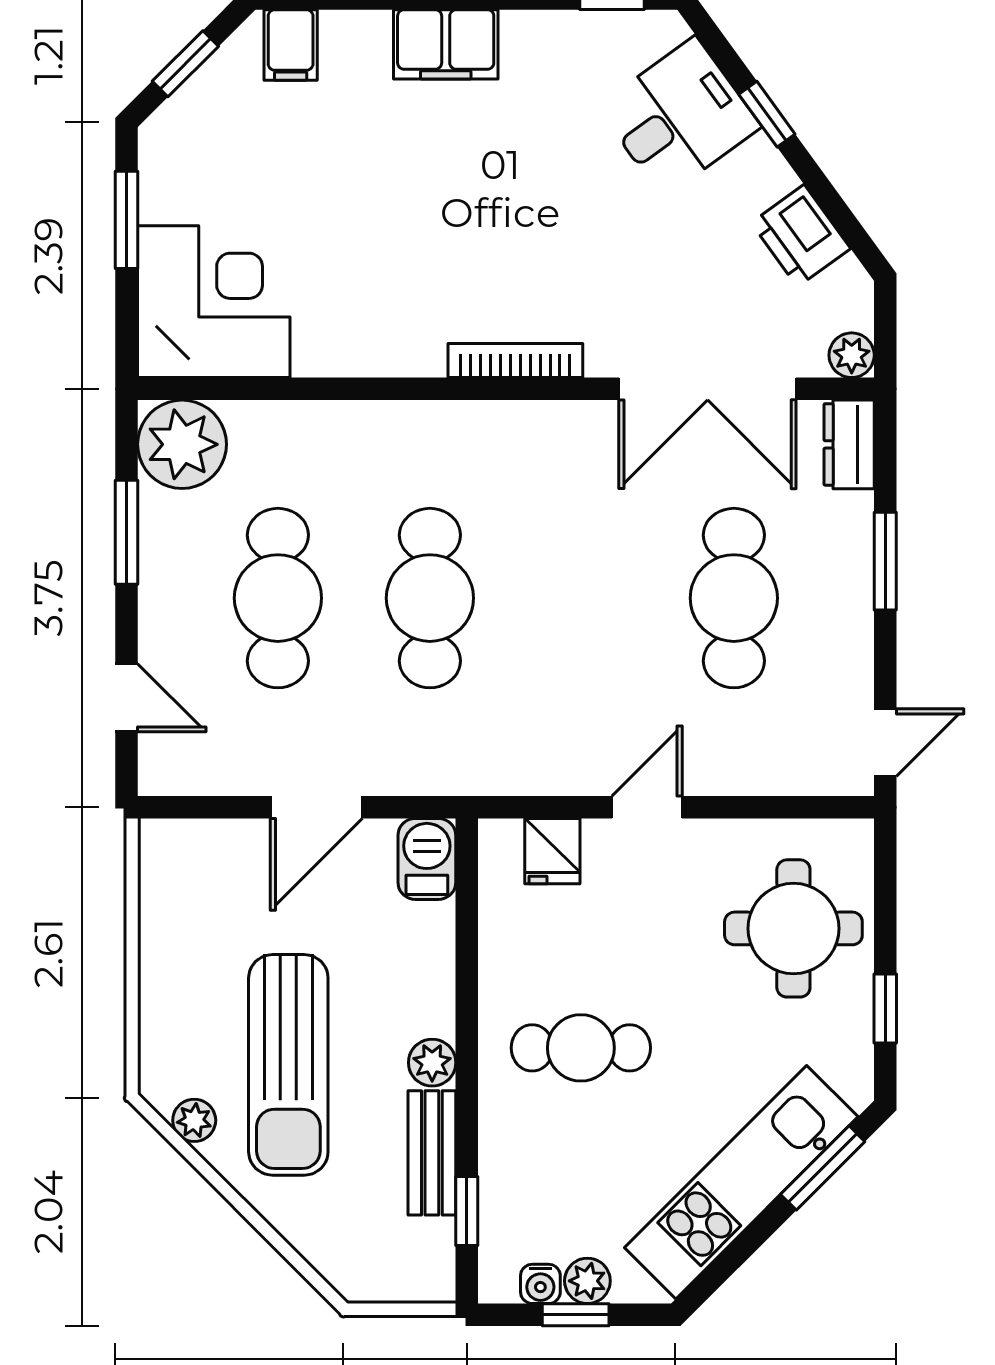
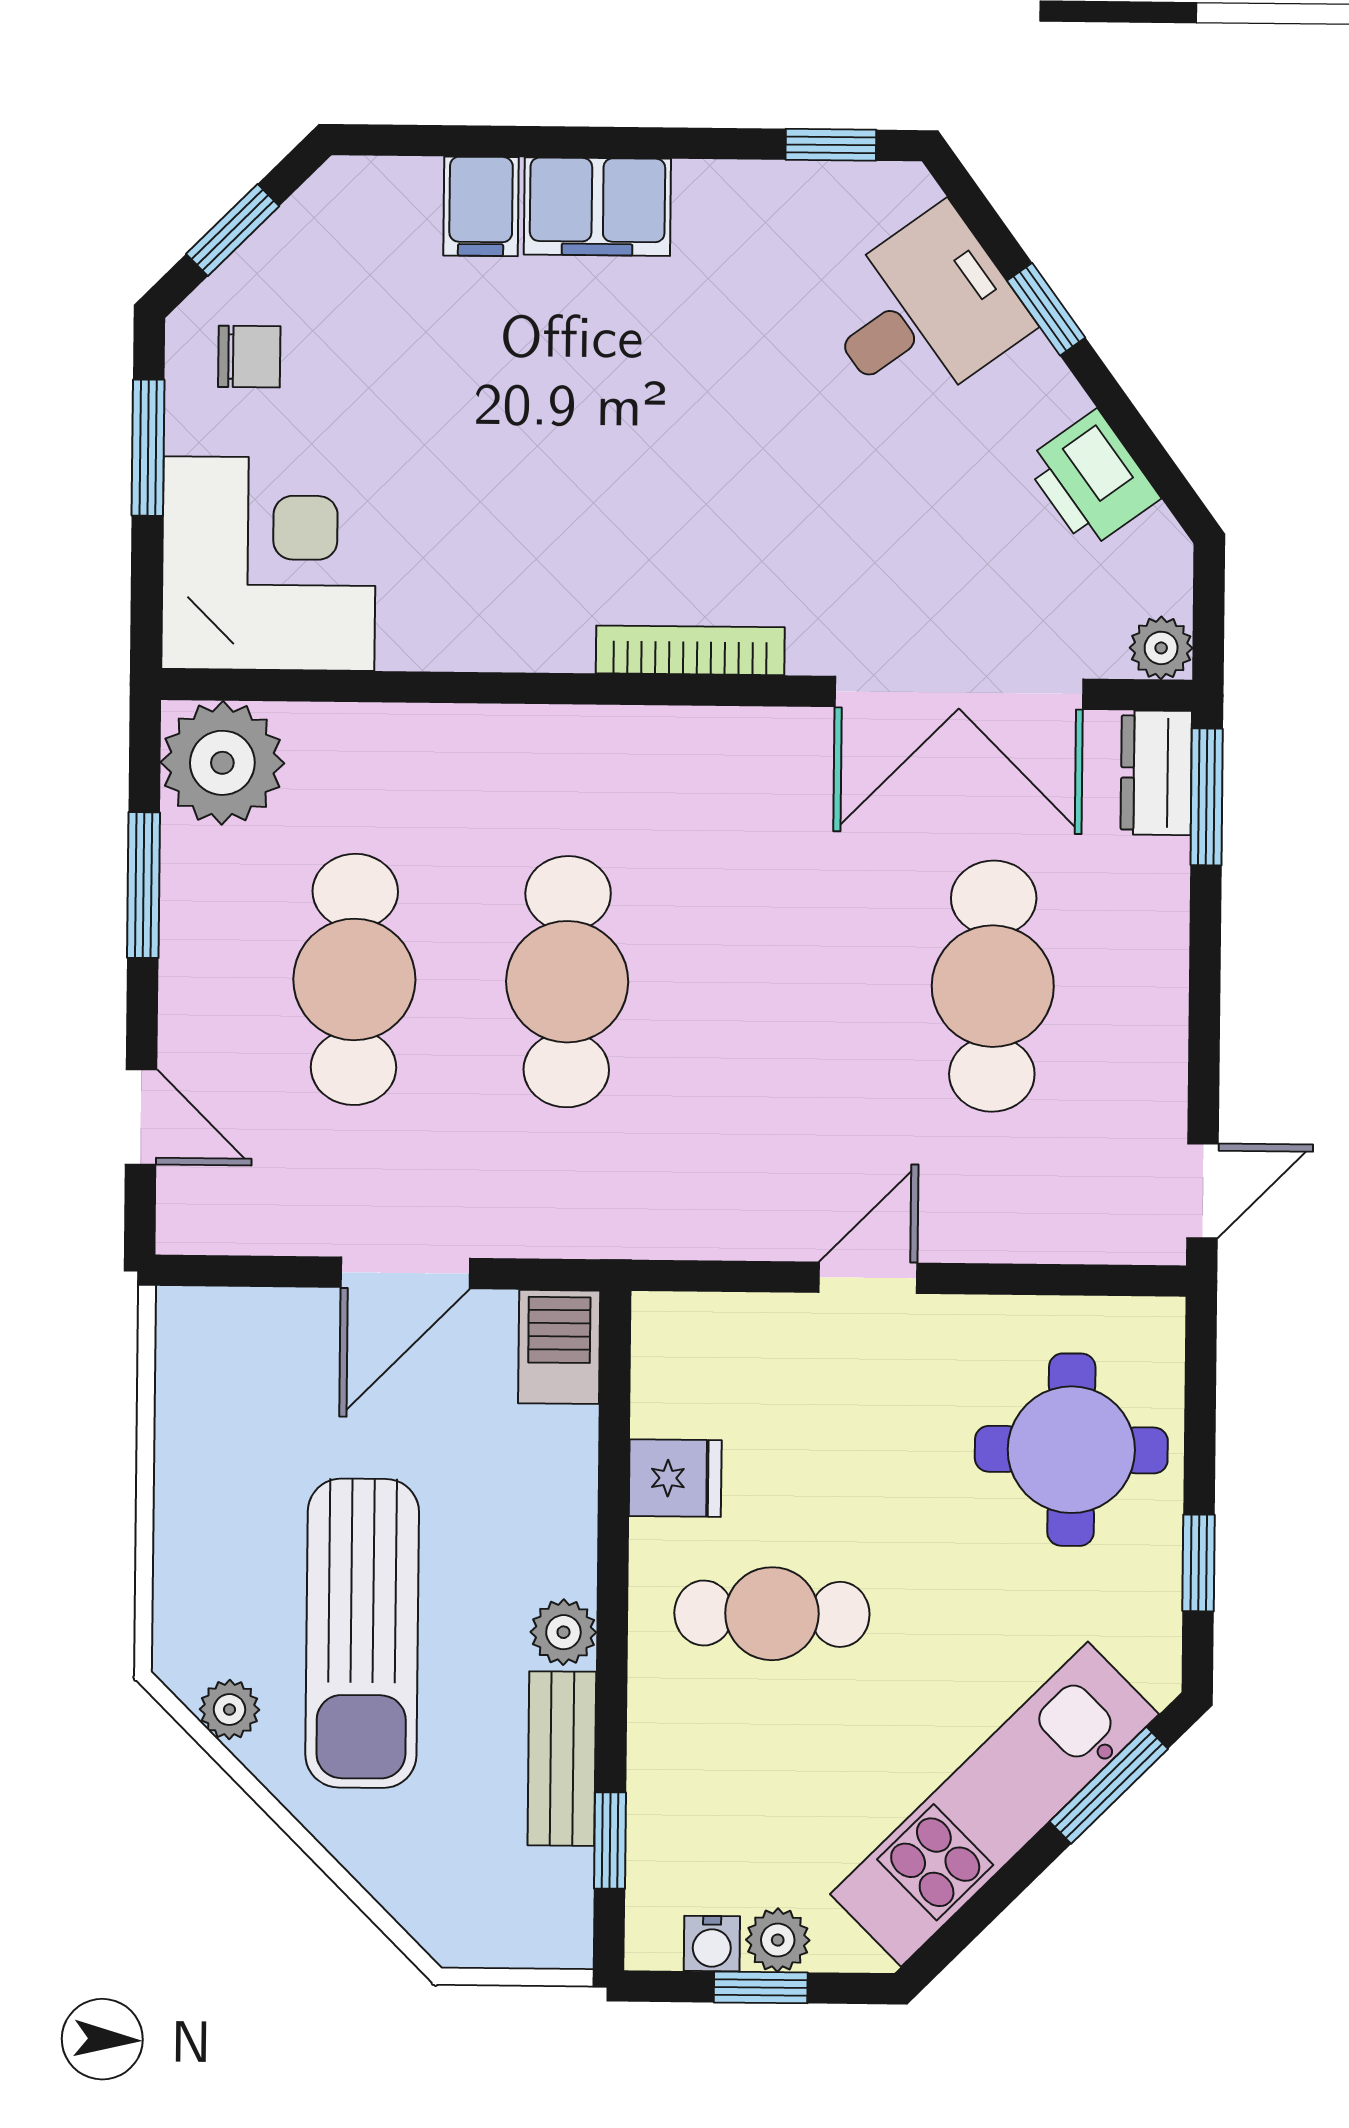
filing cabinet: (291, 45) -> (481, 206), moved
chair: (198, 154) -> (249, 357), added
window: (885, 561) -> (1207, 797), moved
fridge: (552, 851) -> (675, 1478), moved, turned -90

